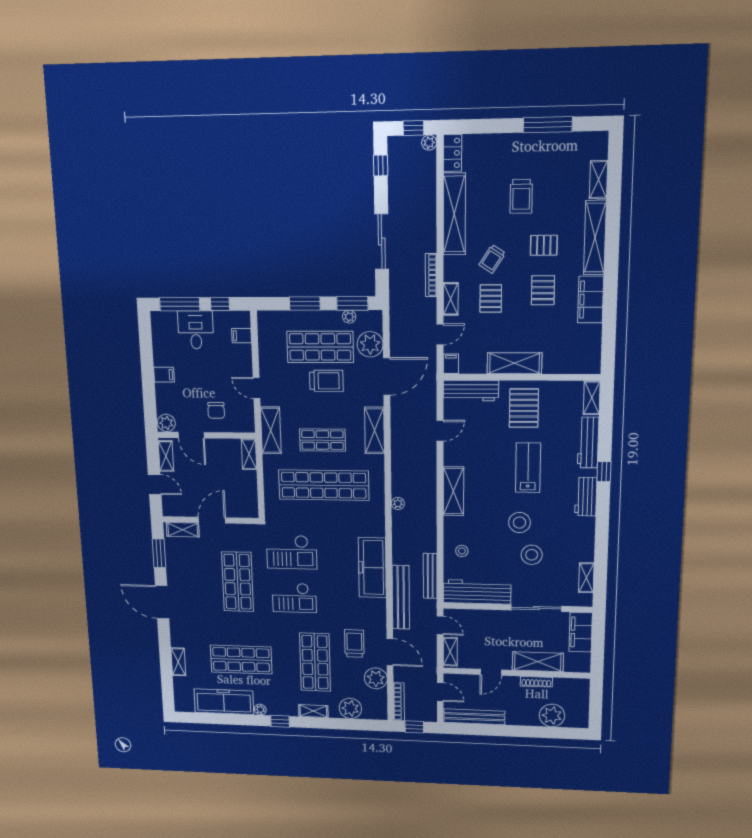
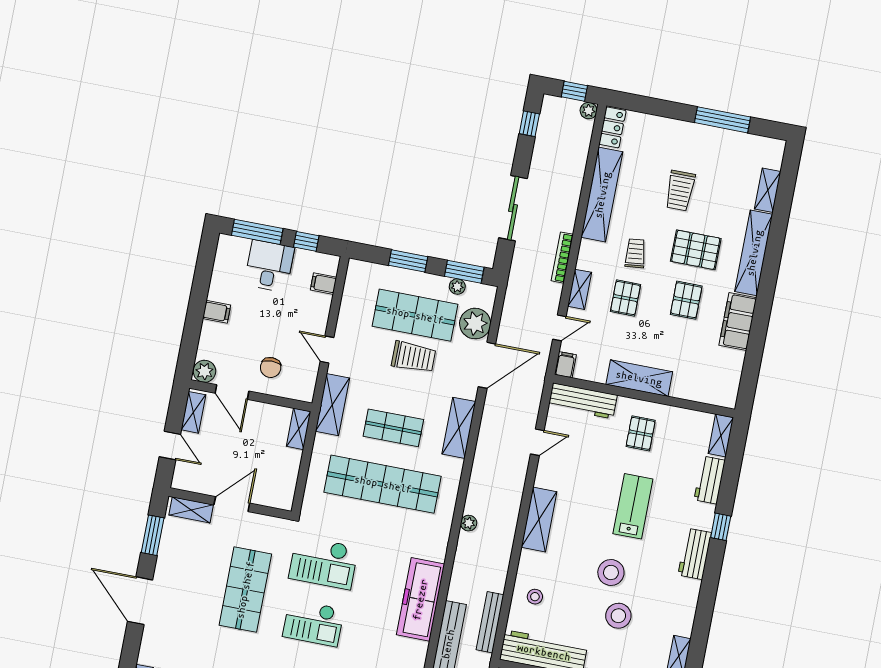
pallet: (544, 245) -> (696, 250), width x1.50, depth x1.42
trolley: (492, 259) -> (635, 253), turned 141
pallet: (524, 408) -> (641, 433), width x0.67, depth x0.71
workbench: (588, 443) -> (710, 480), width x0.73

